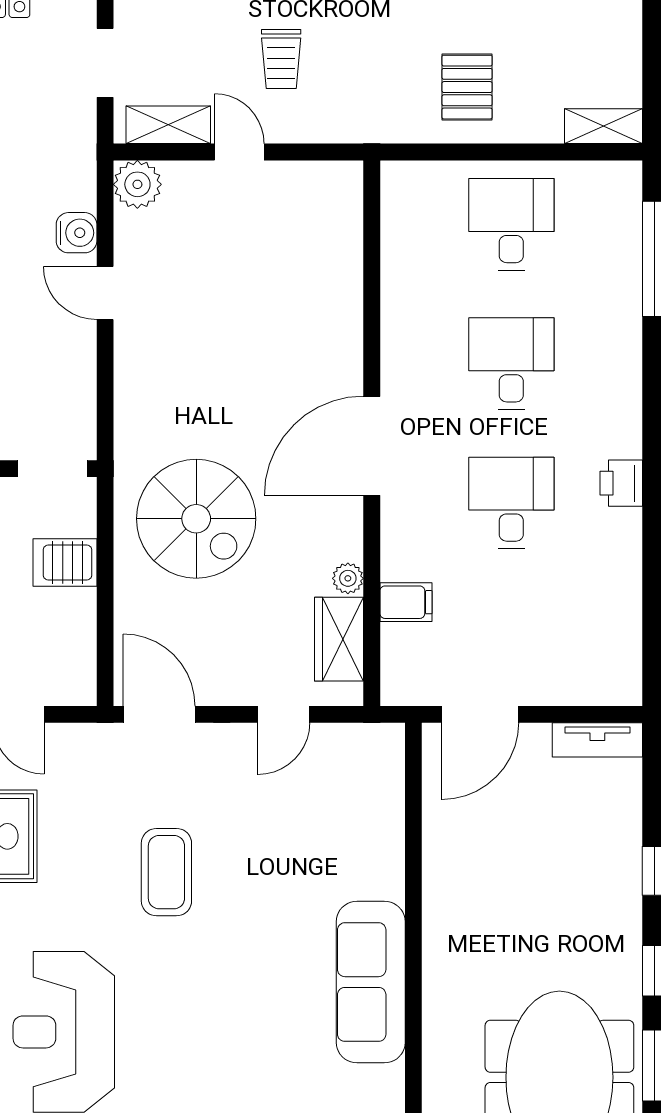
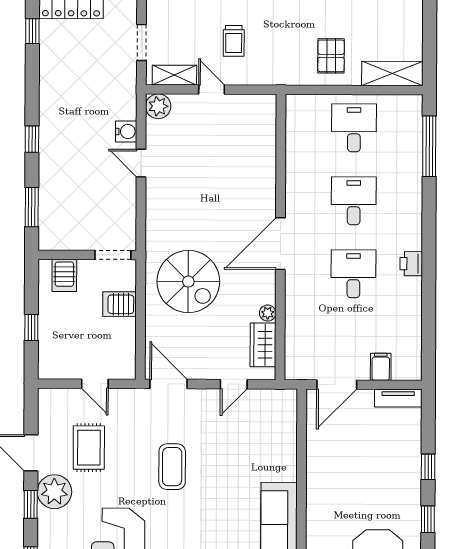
shelving: (604, 126) -> (392, 74), width x1.50, depth x1.33
filing cabinet: (406, 602) -> (381, 367), moved, turned -90

